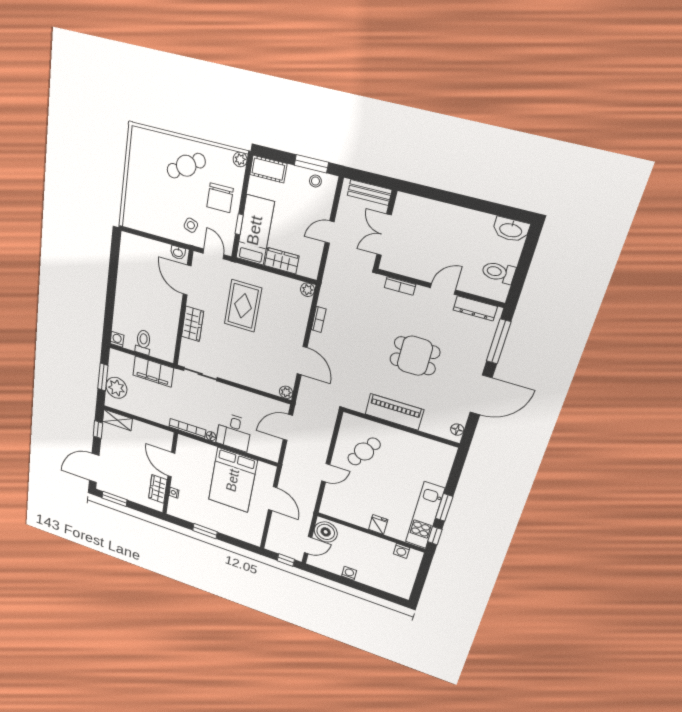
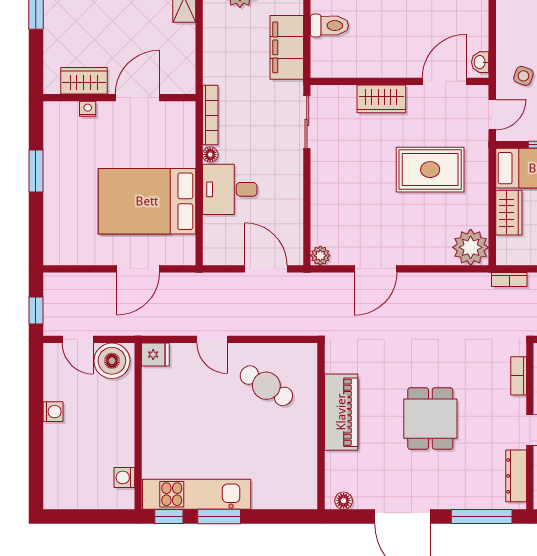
plant: (308, 290) -> (471, 247), width x1.88, depth x1.88
bookcase: (319, 319) -> (509, 280), moved
fridge: (378, 525) -> (155, 354), moved

